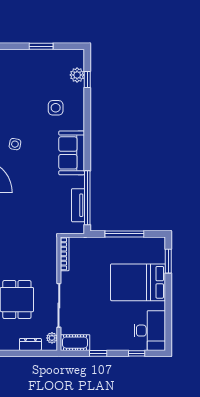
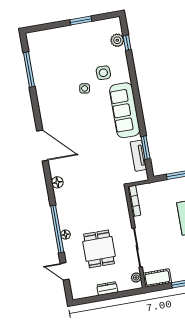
side table: (15, 144) -> (85, 88), moved
sofa: (72, 153) -> (125, 110), width x1.36
window: (87, 198) -> (146, 148), width x0.47
dresser: (30, 344) -> (107, 289), moved

